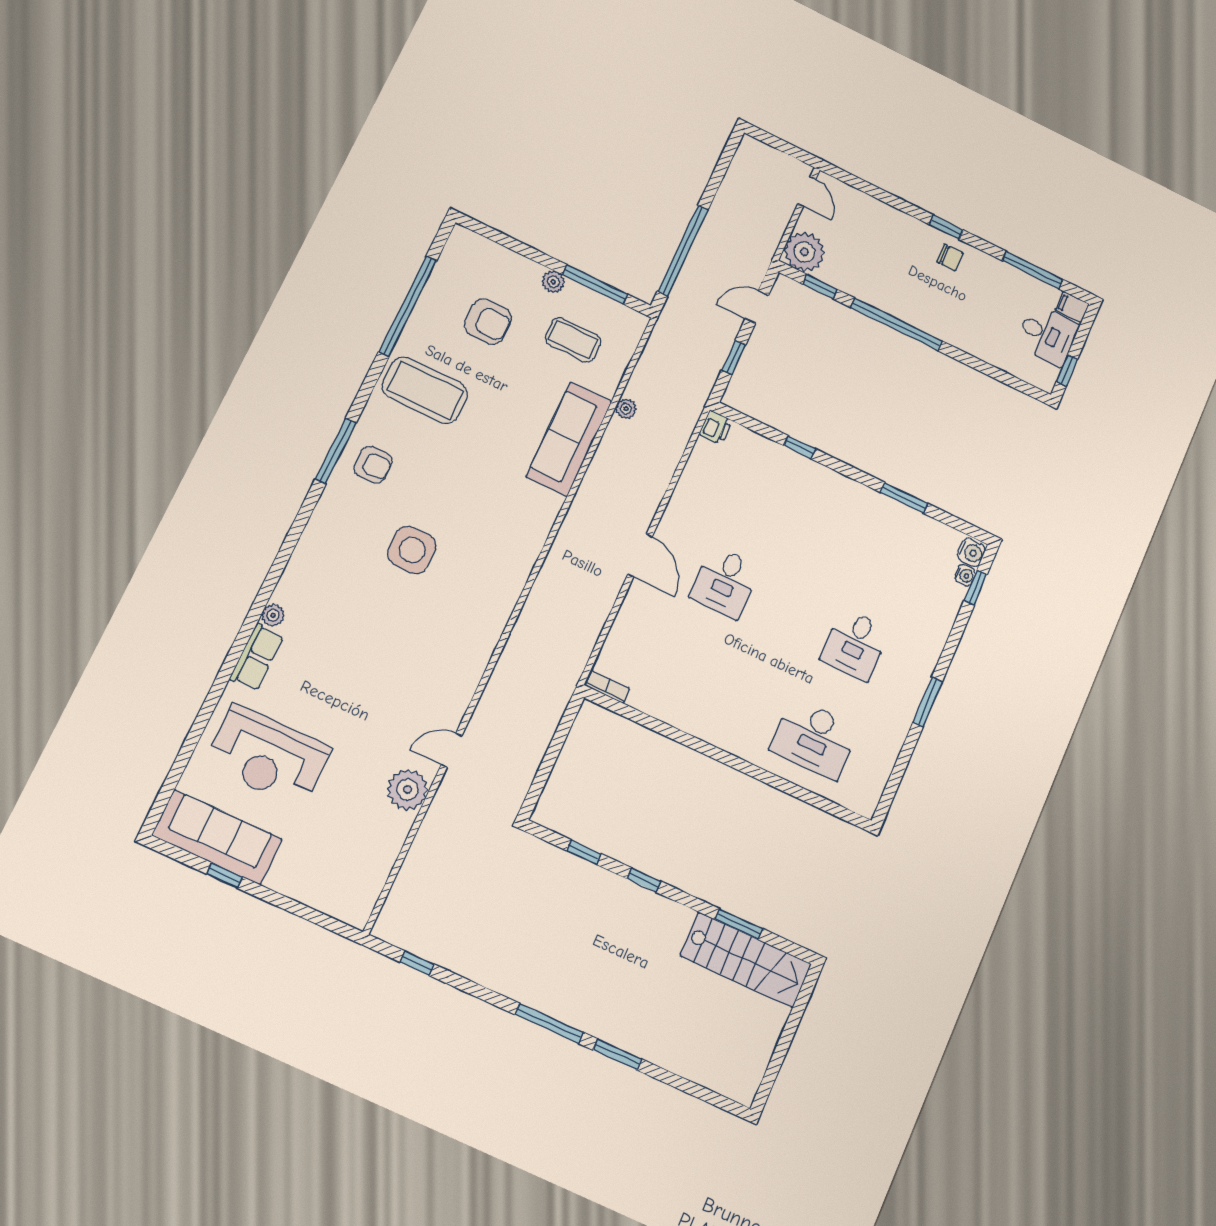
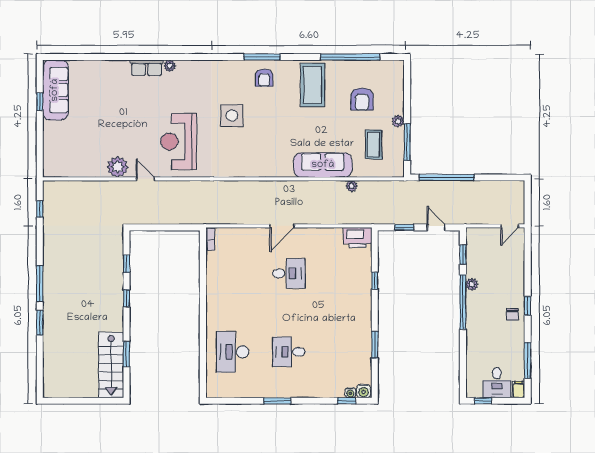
plant: (804, 252) -> (472, 284), moved, width x0.53, depth x0.53
printer: (716, 427) -> (358, 238), width x1.87, depth x1.48
desk: (725, 582) -> (289, 273), turned 180
reception desk: (268, 756) -> (179, 142), moved

